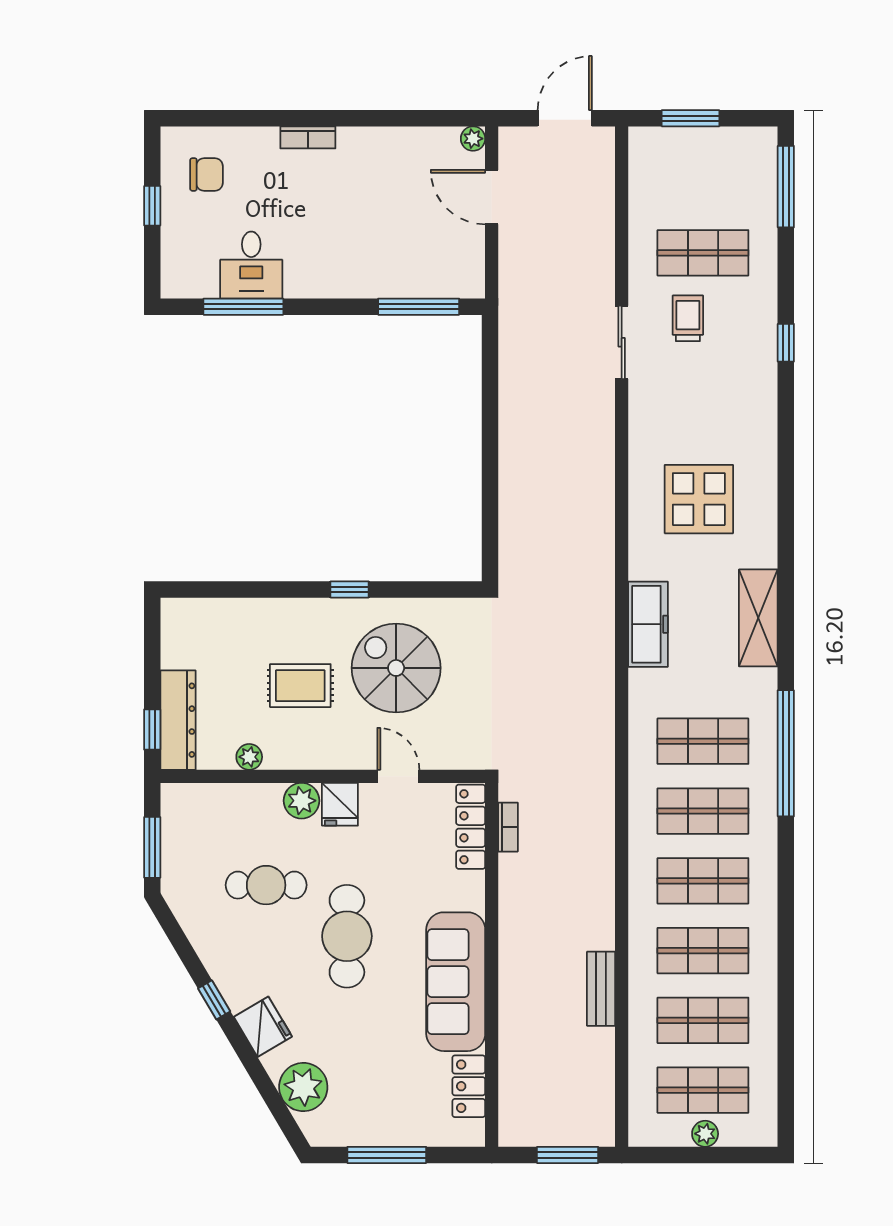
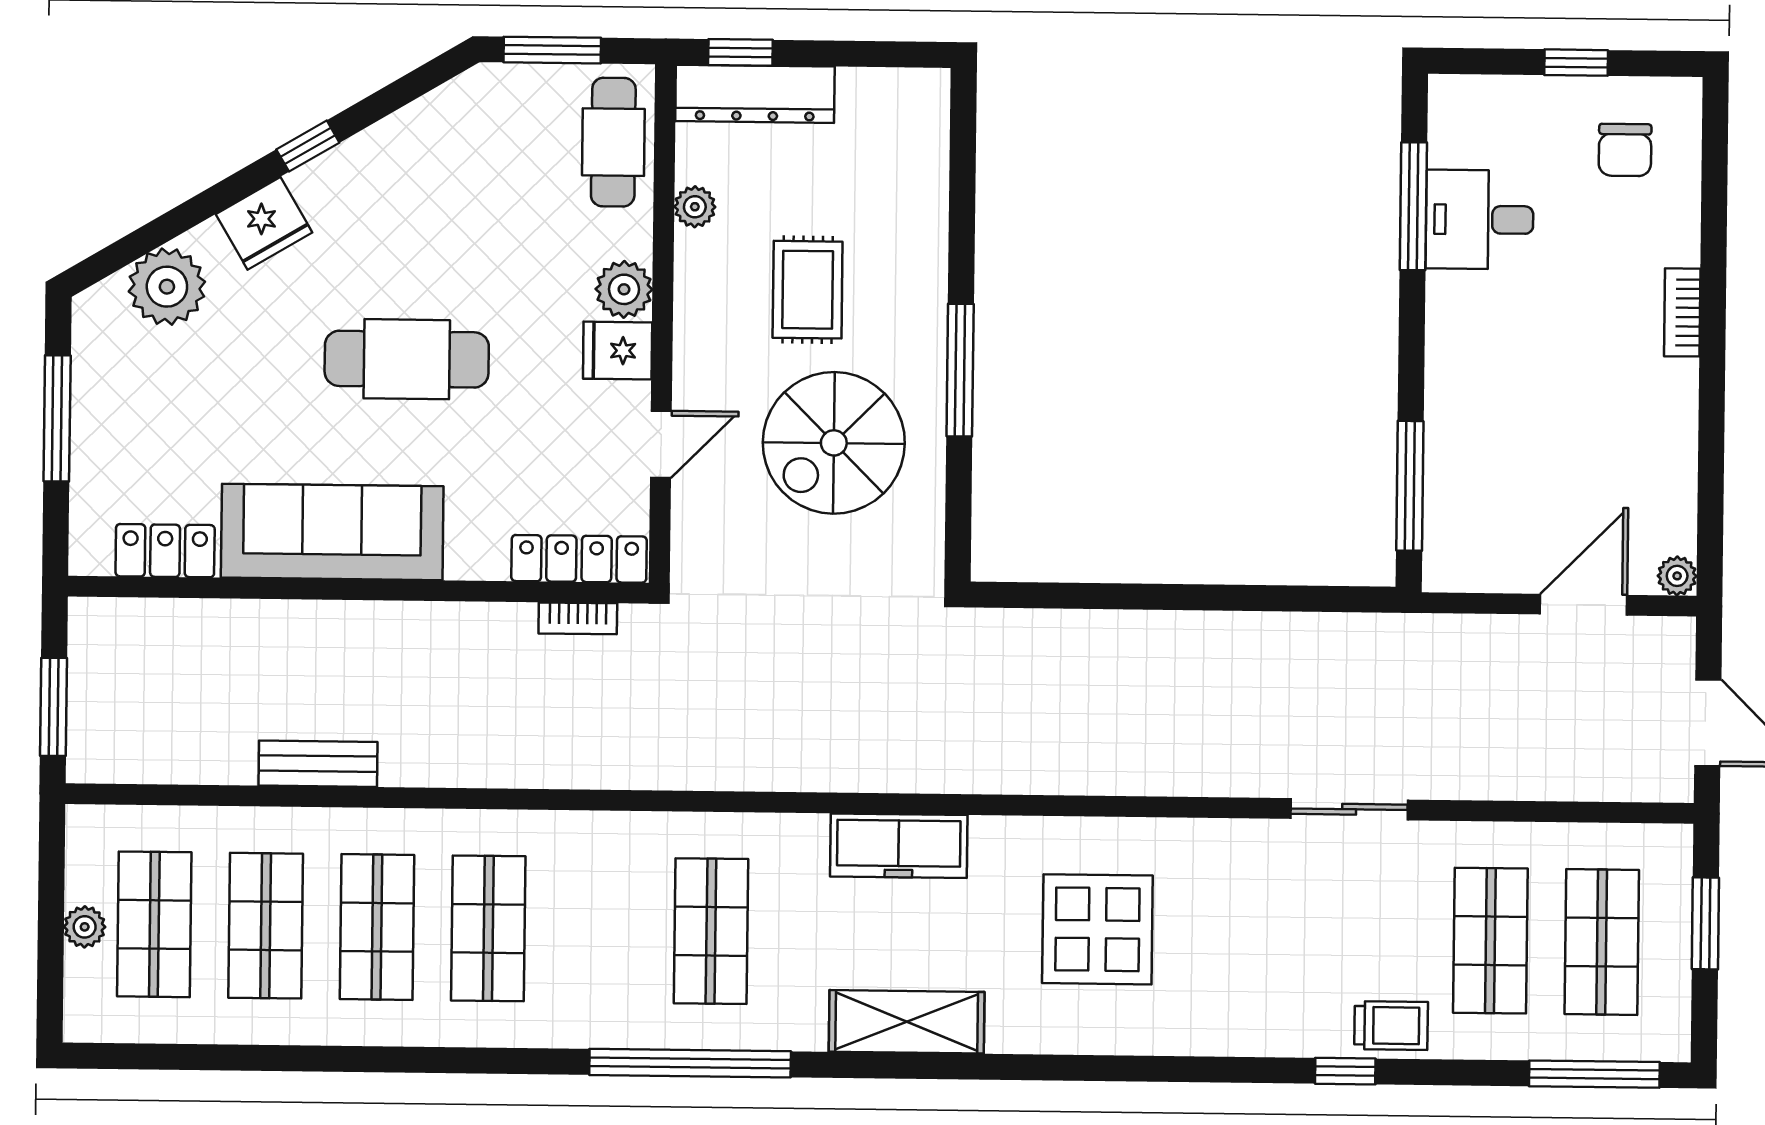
trolley: (688, 318) -> (1391, 1026), moved
window: (350, 589) -> (960, 370), width x2.17
spiral stairs: (396, 668) -> (834, 443), turned 180
shop shelf: (703, 811) -> (1602, 942), moved
cafe table: (266, 885) -> (613, 142), moved

